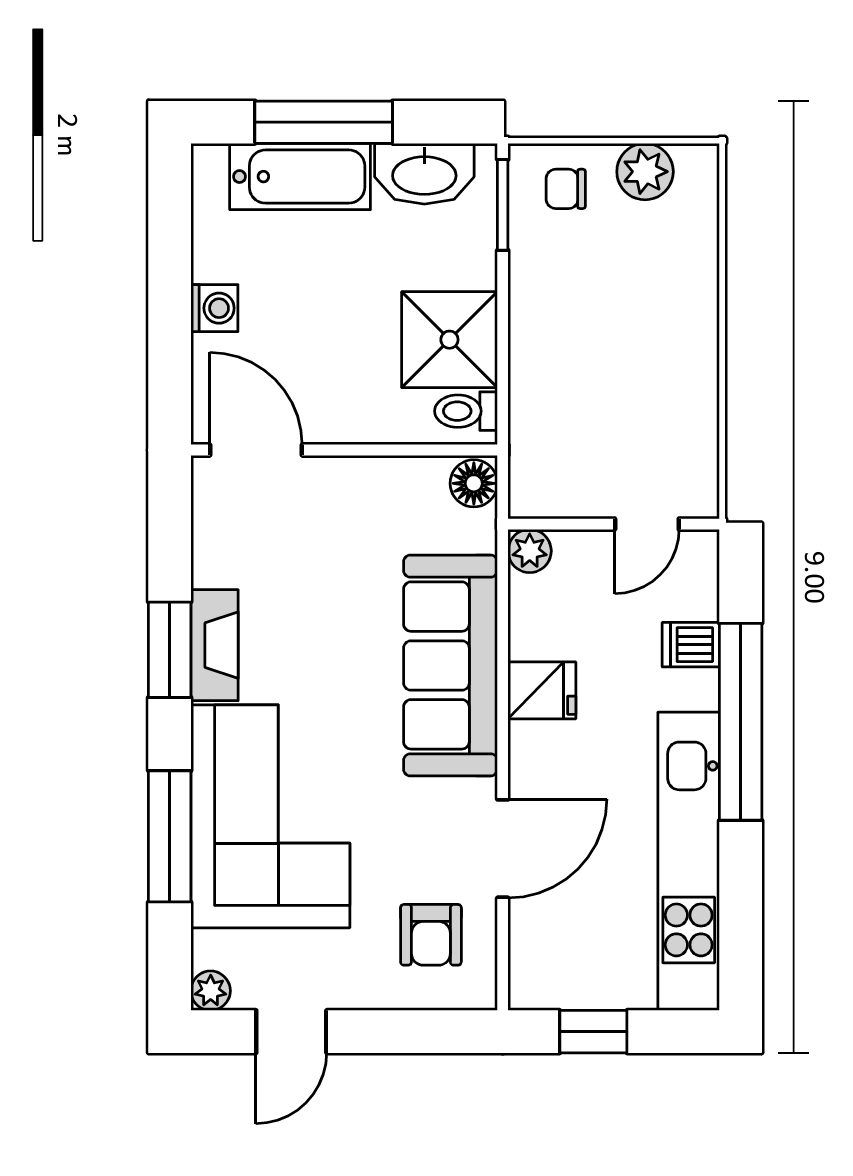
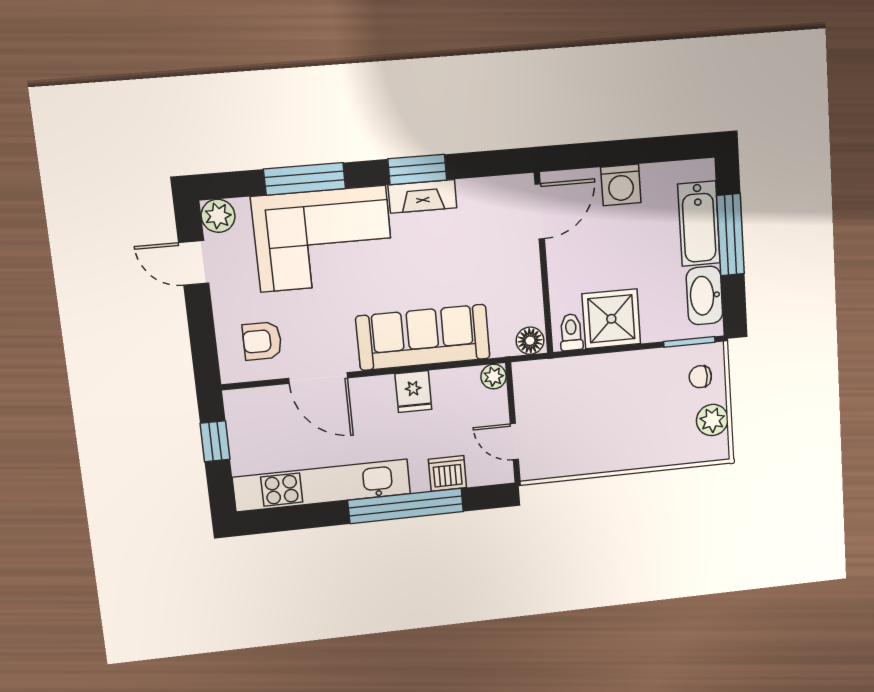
chair: (566, 189) -> (700, 377), turned -90
washing machine: (214, 308) -> (621, 185), width x1.38, depth x1.38
dishwasher: (691, 645) -> (448, 473), width x1.38
plant: (211, 991) -> (218, 216), width x1.38, depth x1.38

